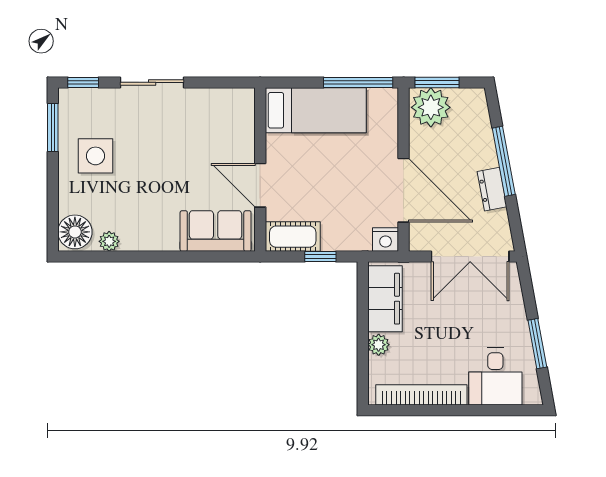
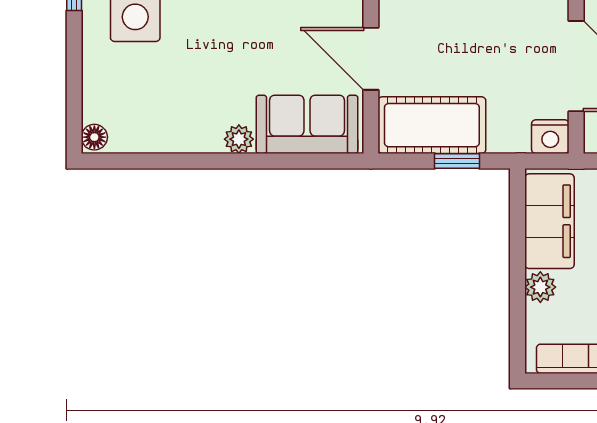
floor lamp: (75, 232) -> (94, 137), width x0.53, depth x0.53
cot: (293, 237) -> (432, 125), width x1.37, depth x1.34
plant: (109, 241) -> (239, 139), moved

